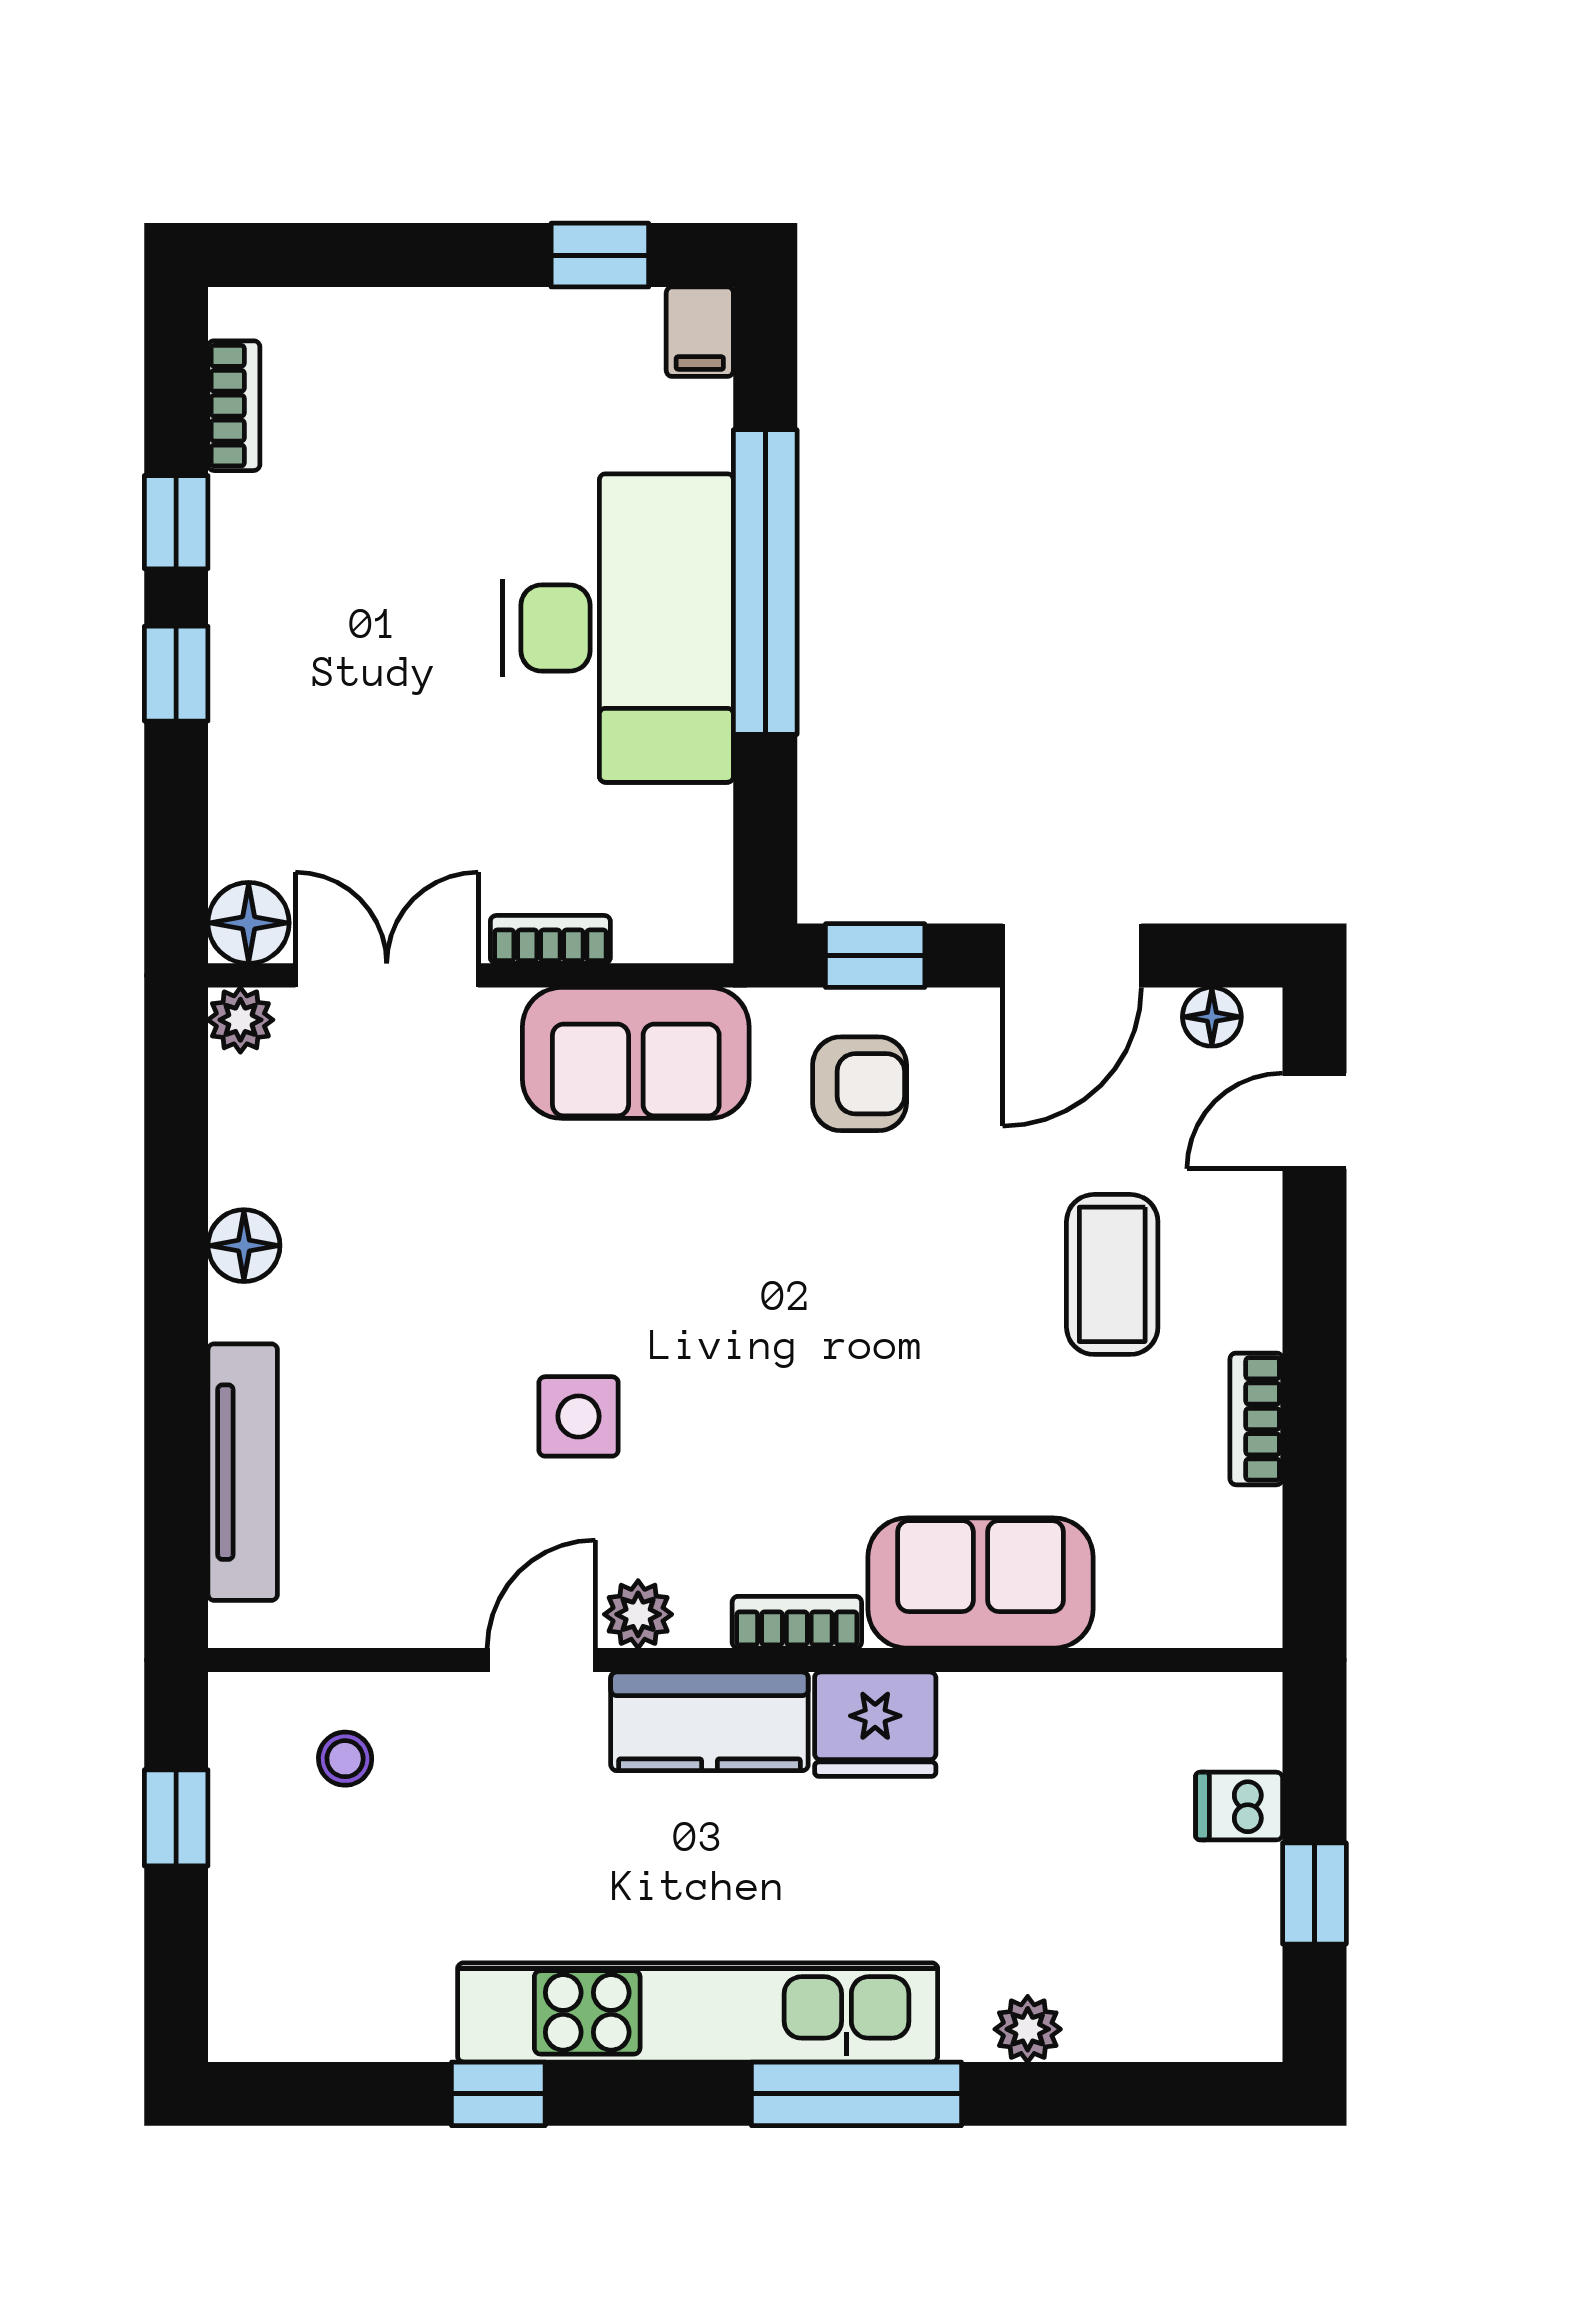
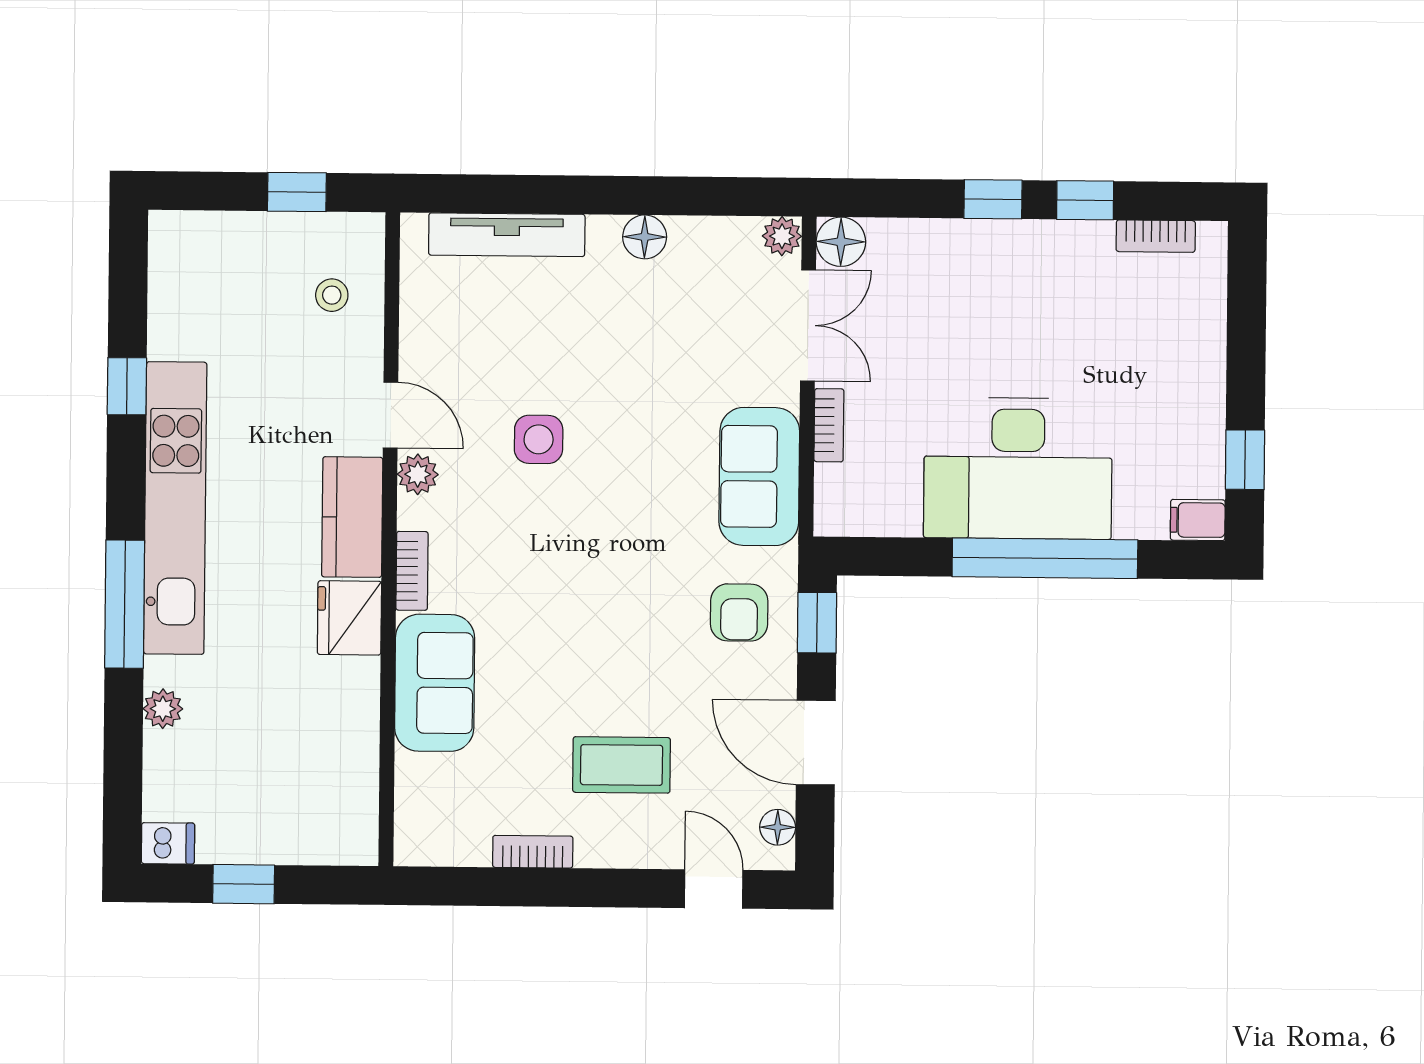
dishwasher: (1239, 1806) -> (168, 843), moved, turned 90

